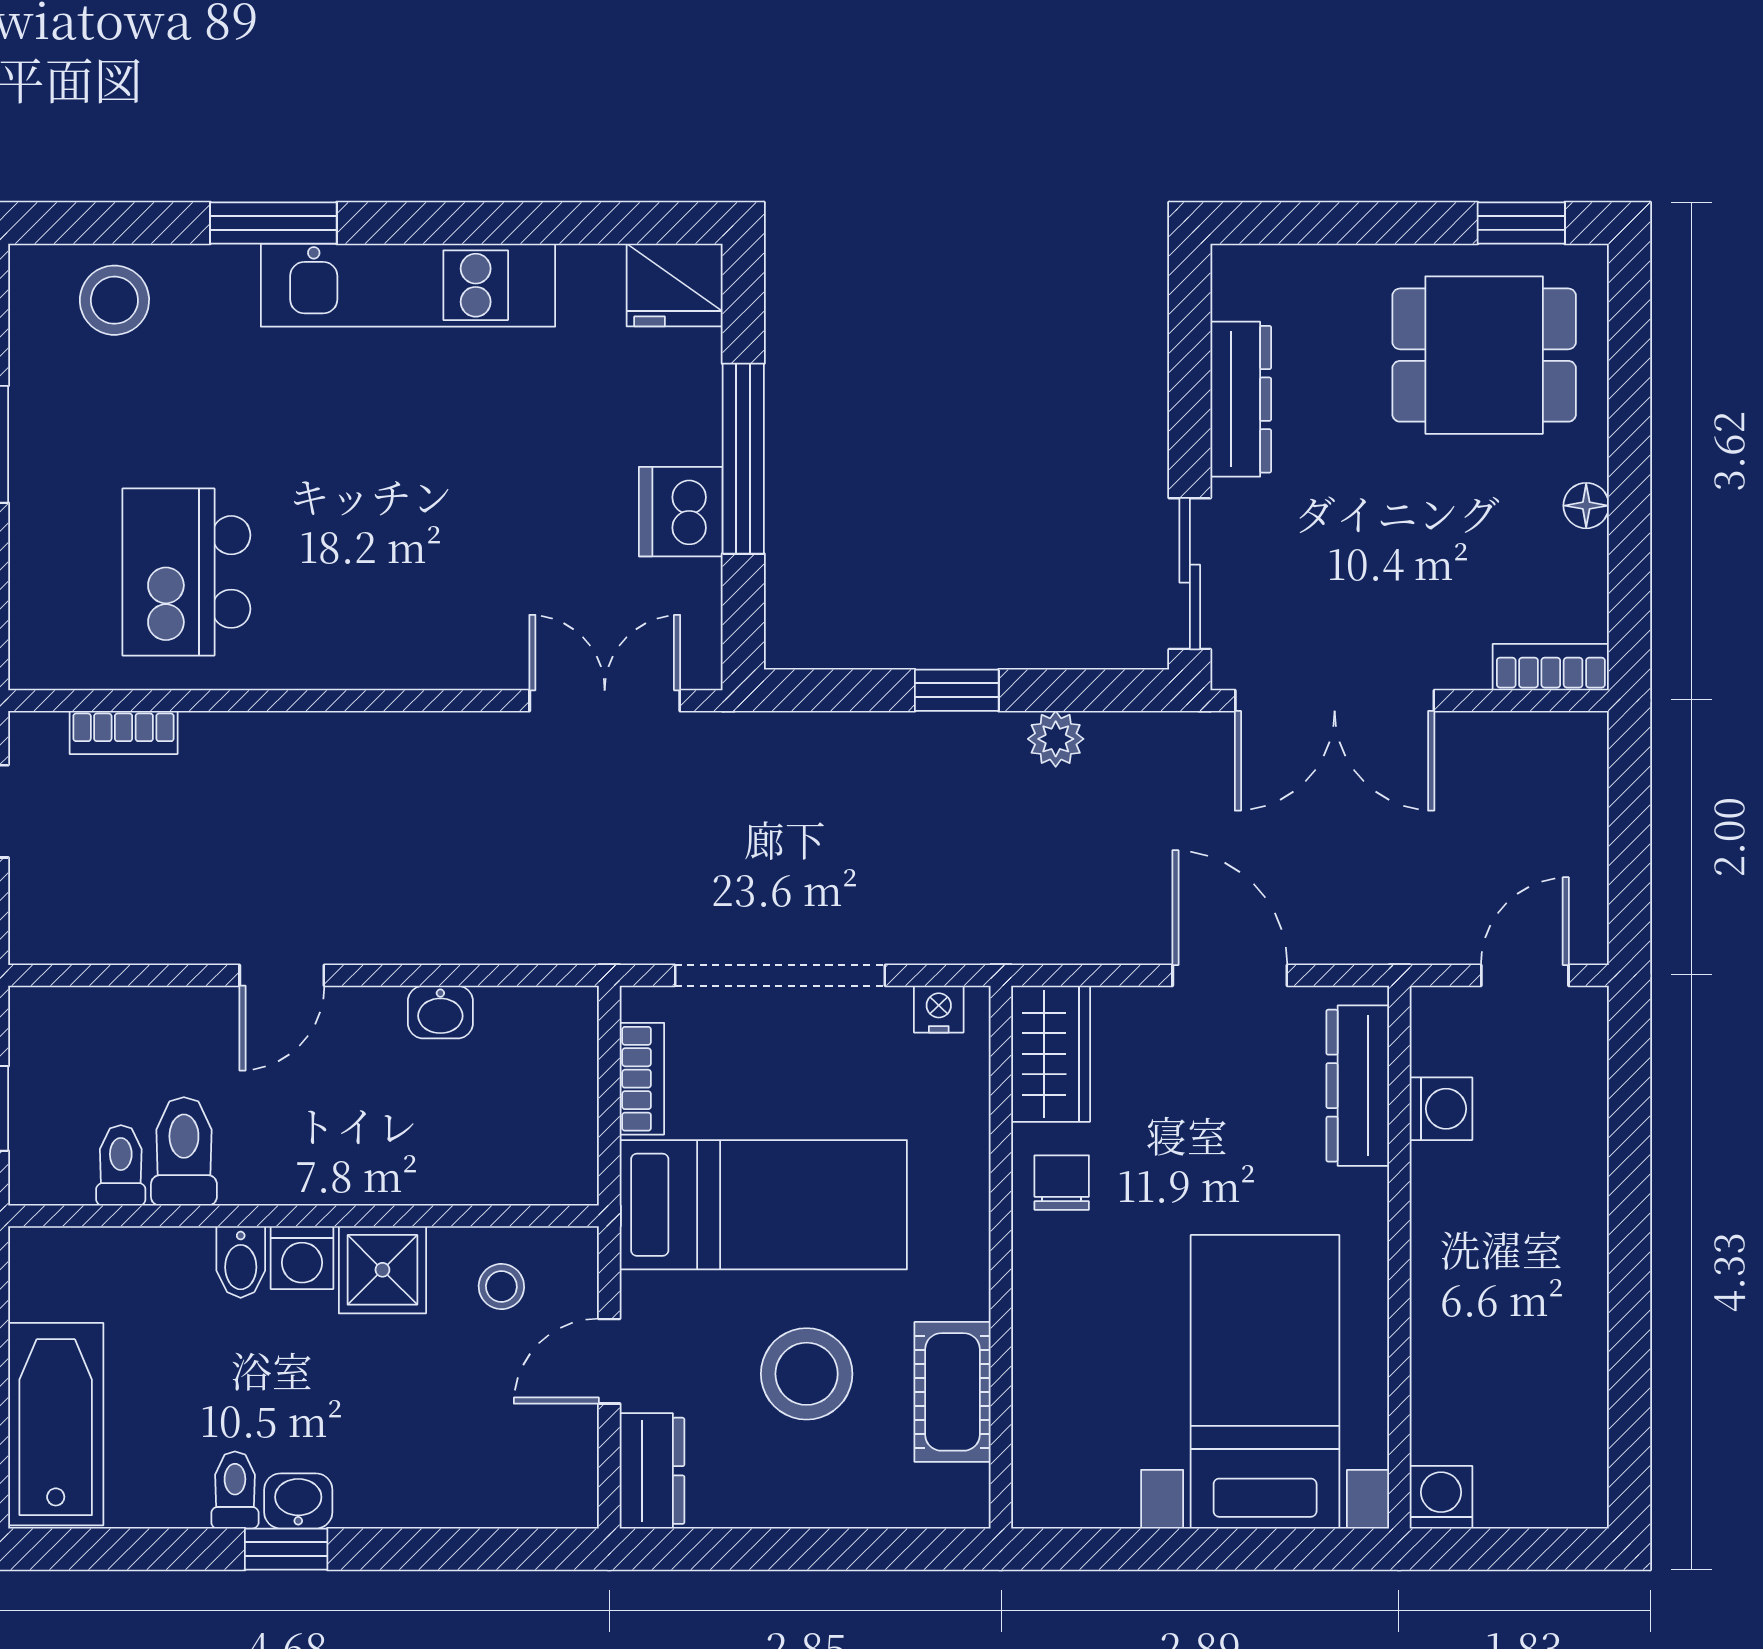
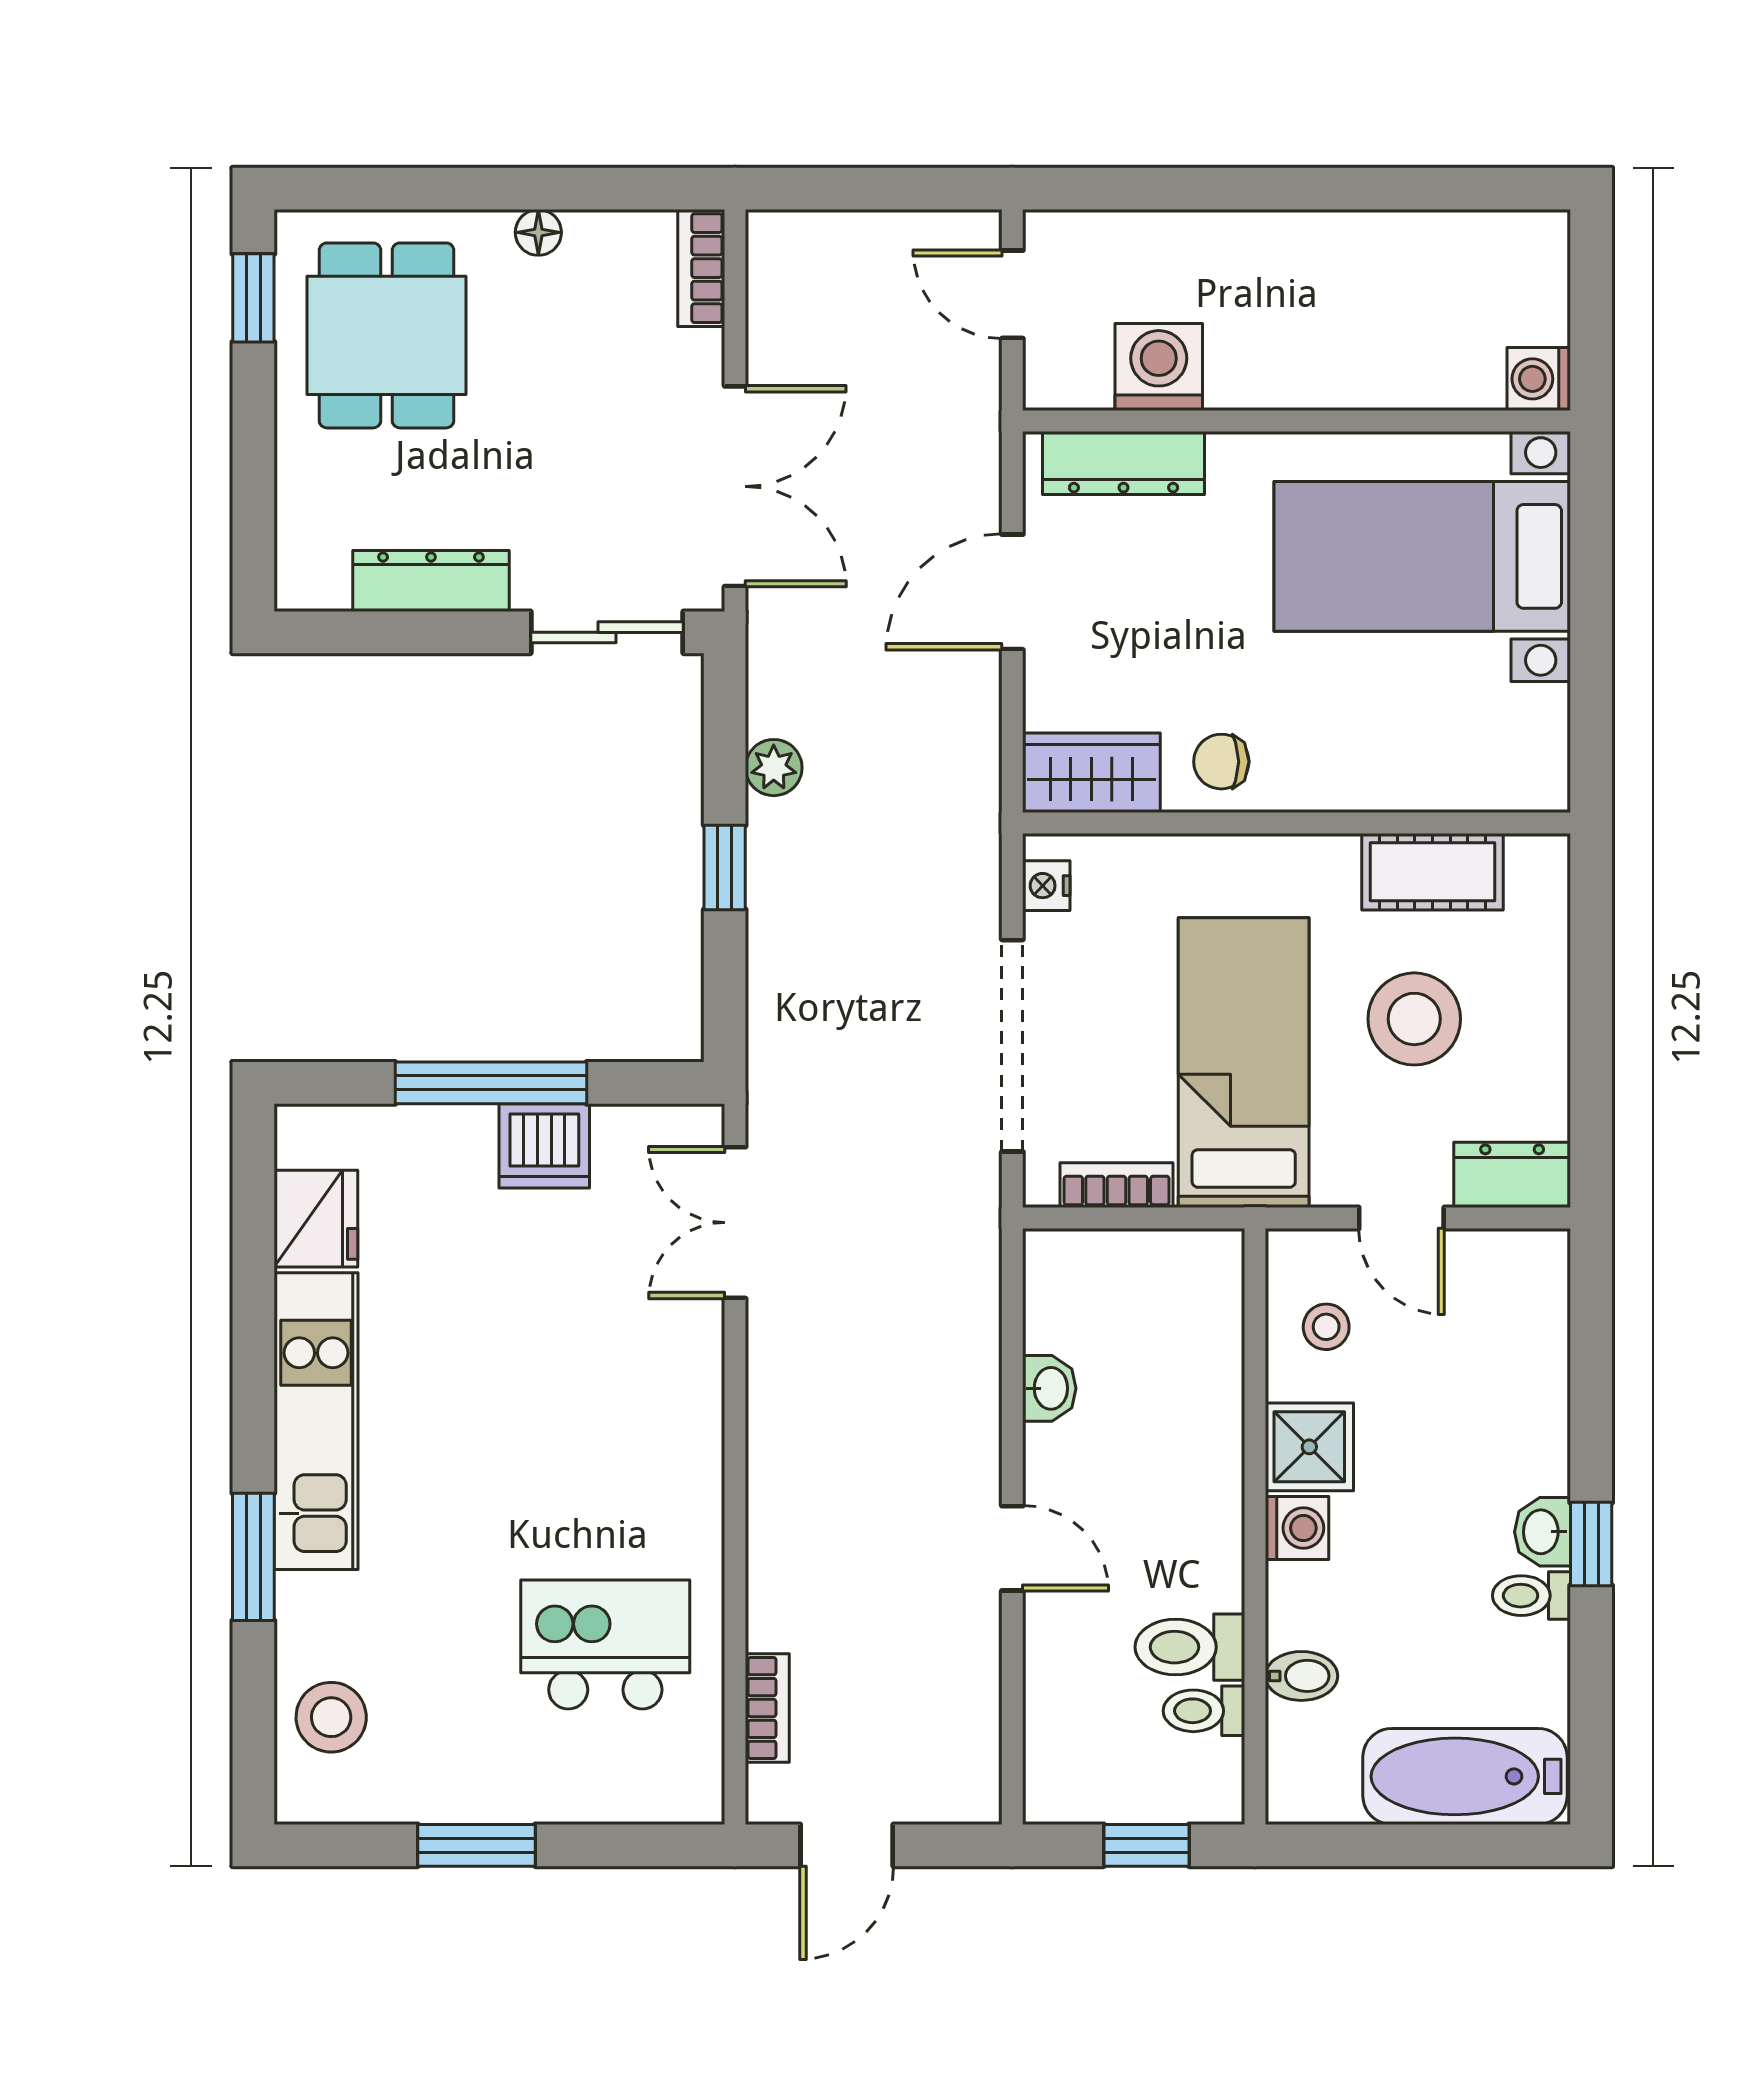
fridge: (675, 285) -> (316, 1219), moved
kitchen island: (186, 572) -> (605, 1645), turned 180
washing machine: (1441, 1109) -> (1159, 367), width x1.38, depth x1.38
bidet: (241, 1262) -> (1301, 1676), moved

